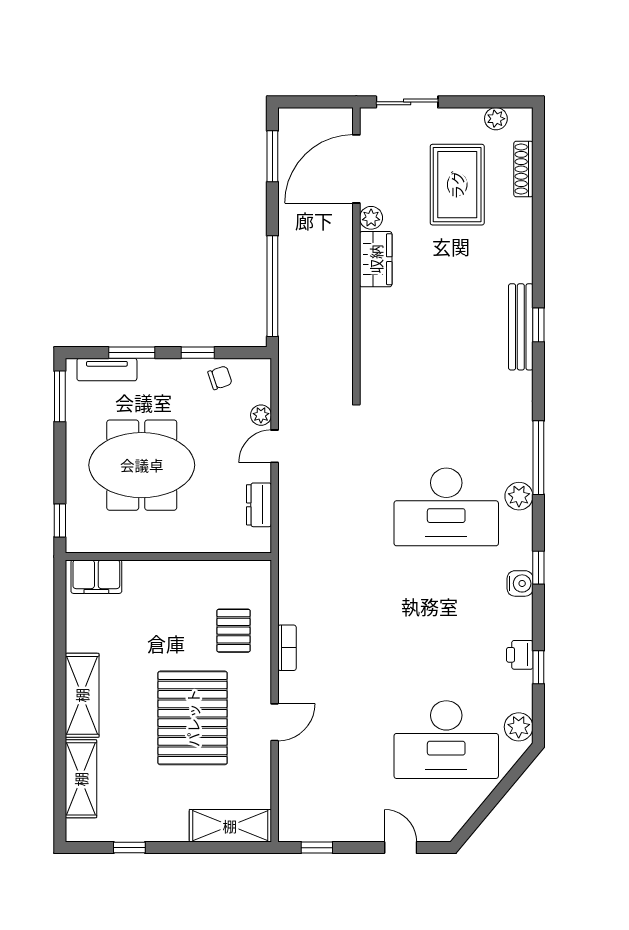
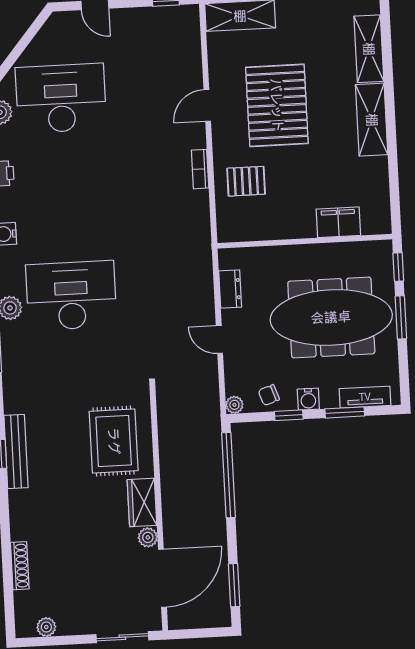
shoe rack: (523, 169) -> (20, 566), moved
rug: (457, 185) -> (114, 441), moved
water cooler: (174, 371) -> (308, 399), added
window: (60, 396) -> (401, 317), moved
plant: (261, 415) -> (234, 405), moved
door: (275, 446) -> (219, 339), swing flipped
meeting table: (142, 465) -> (331, 317), width x1.36
filing cabinet: (96, 577) -> (338, 222), moved
pallet: (234, 631) -> (246, 181), turned 90

